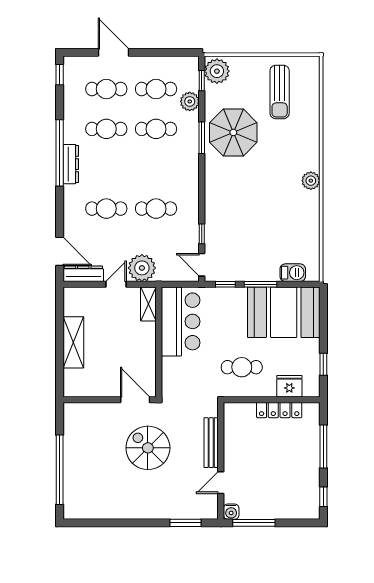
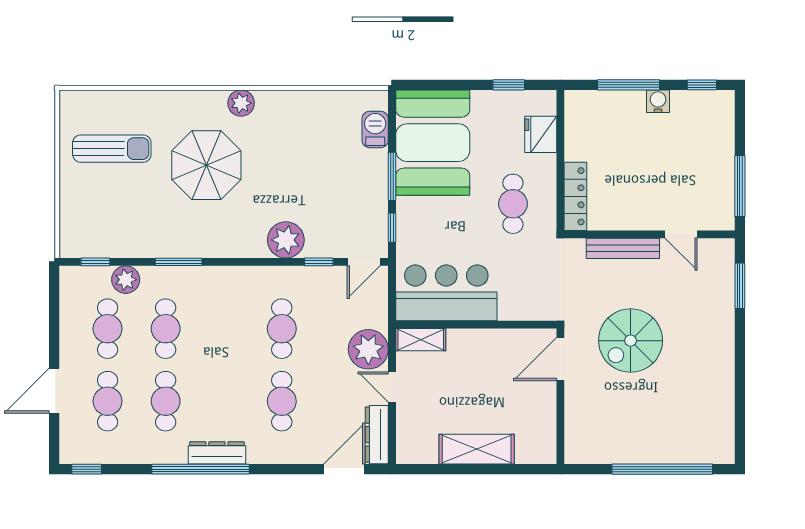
plant: (217, 71) -> (286, 240), moved
parasol: (233, 132) -> (206, 165), moved
locker: (279, 410) -> (575, 196), moved
water cooler: (231, 512) -> (658, 101), moved, turned -90

